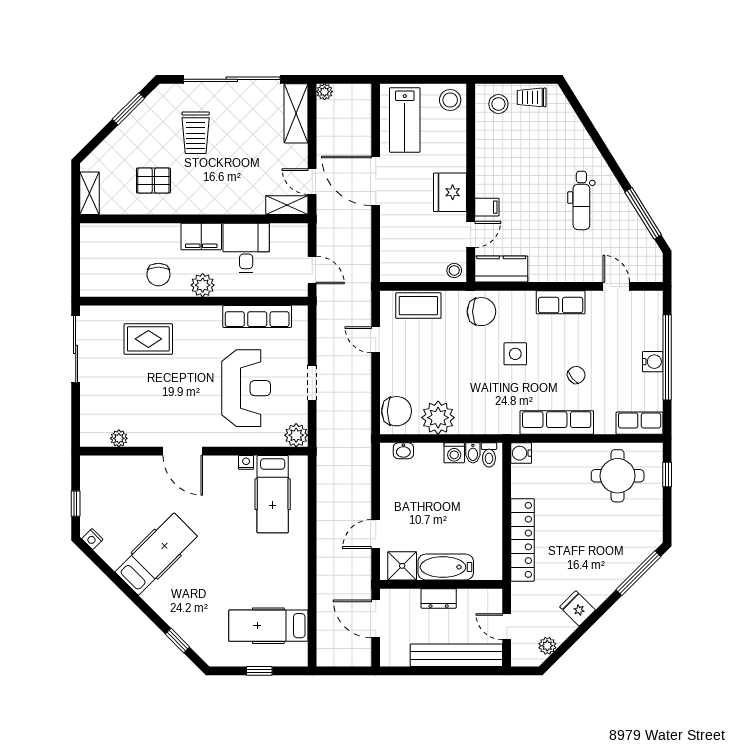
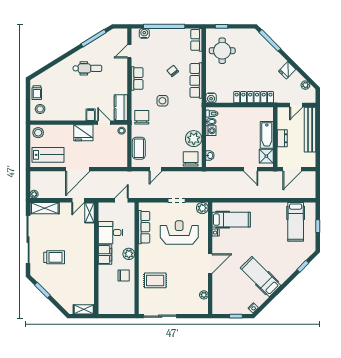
pallet: (153, 181) -> (78, 278), removed
rug: (148, 339) -> (155, 280), turned 90
water cooler: (653, 362) -> (144, 33), moved

